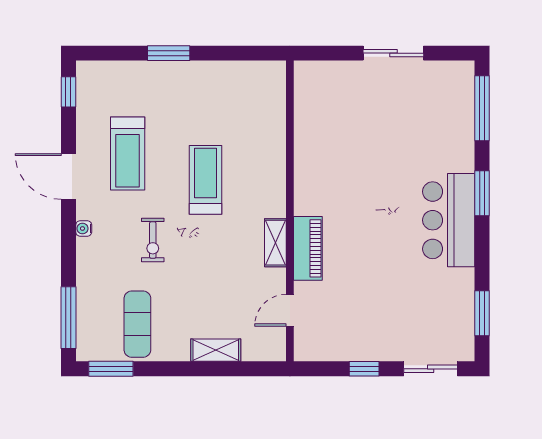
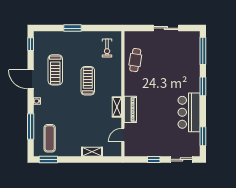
cafe table: (320, 130) -> (135, 60), added
bar counter: (449, 220) -> (189, 112), moved
exercise bike: (153, 240) -> (107, 48), moved
window: (68, 318) -> (31, 126), moved
exercise mat: (137, 324) -> (50, 138), moved

